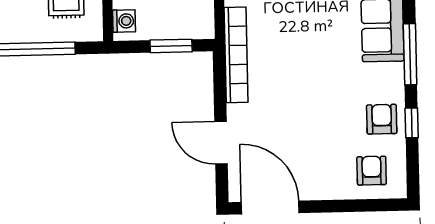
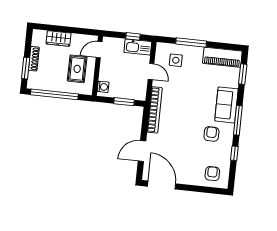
armchair: (382, 119) -> (211, 134), moved
door: (221, 143) -> (142, 151), hinge flipped

